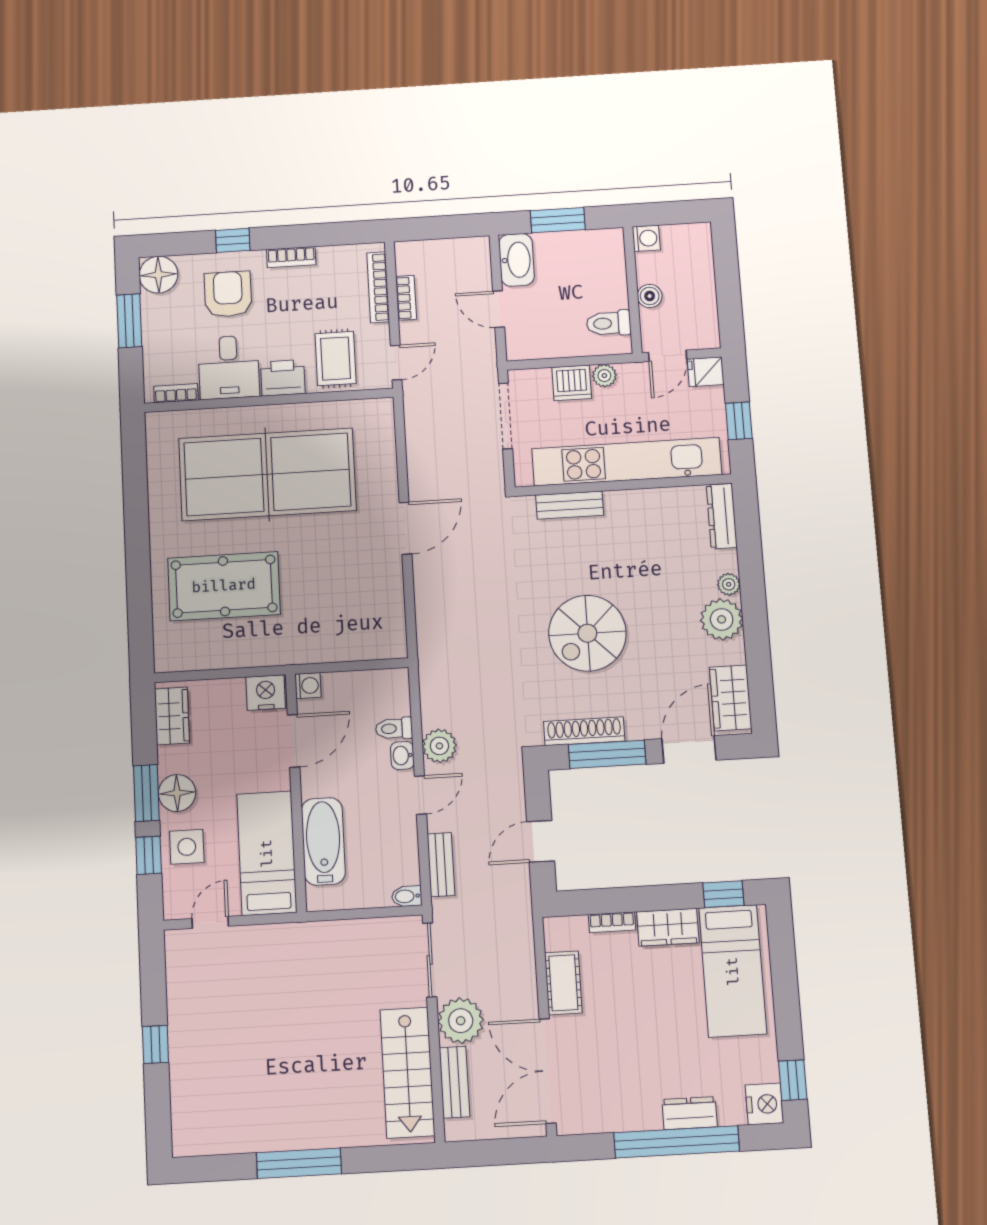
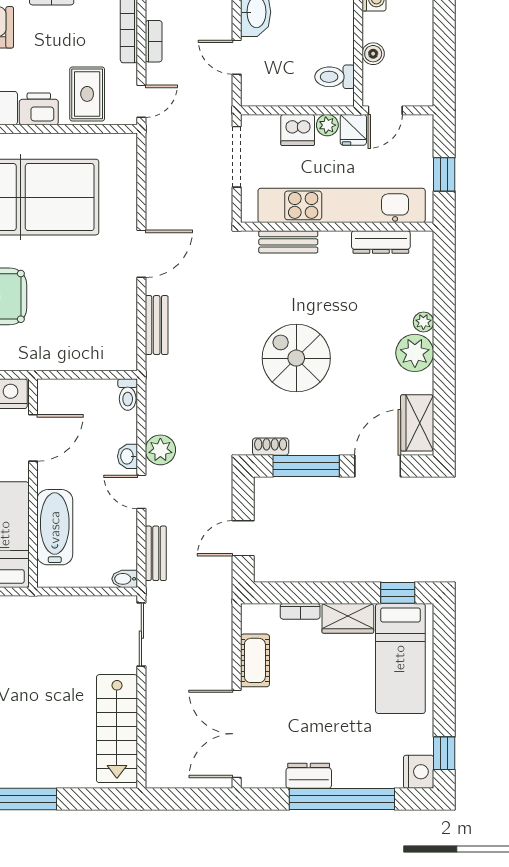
fridge: (706, 372) -> (353, 130), moved, turned -90
dresser: (722, 516) -> (381, 242), moved, turned -90
spiral stairs: (587, 633) -> (296, 358), turned 90
washing machine: (308, 686) -> (48, 390), removed
toilet: (394, 729) -> (128, 395), moved, turned -90
shoe rack: (584, 731) -> (271, 447), width x0.51, depth x0.81
door: (420, 795) -> (141, 492), swing flipped
plant: (461, 1021) -> (165, 687), removed
bench: (454, 1082) -> (157, 325), moved
dresser: (690, 1113) -> (309, 776), moved

